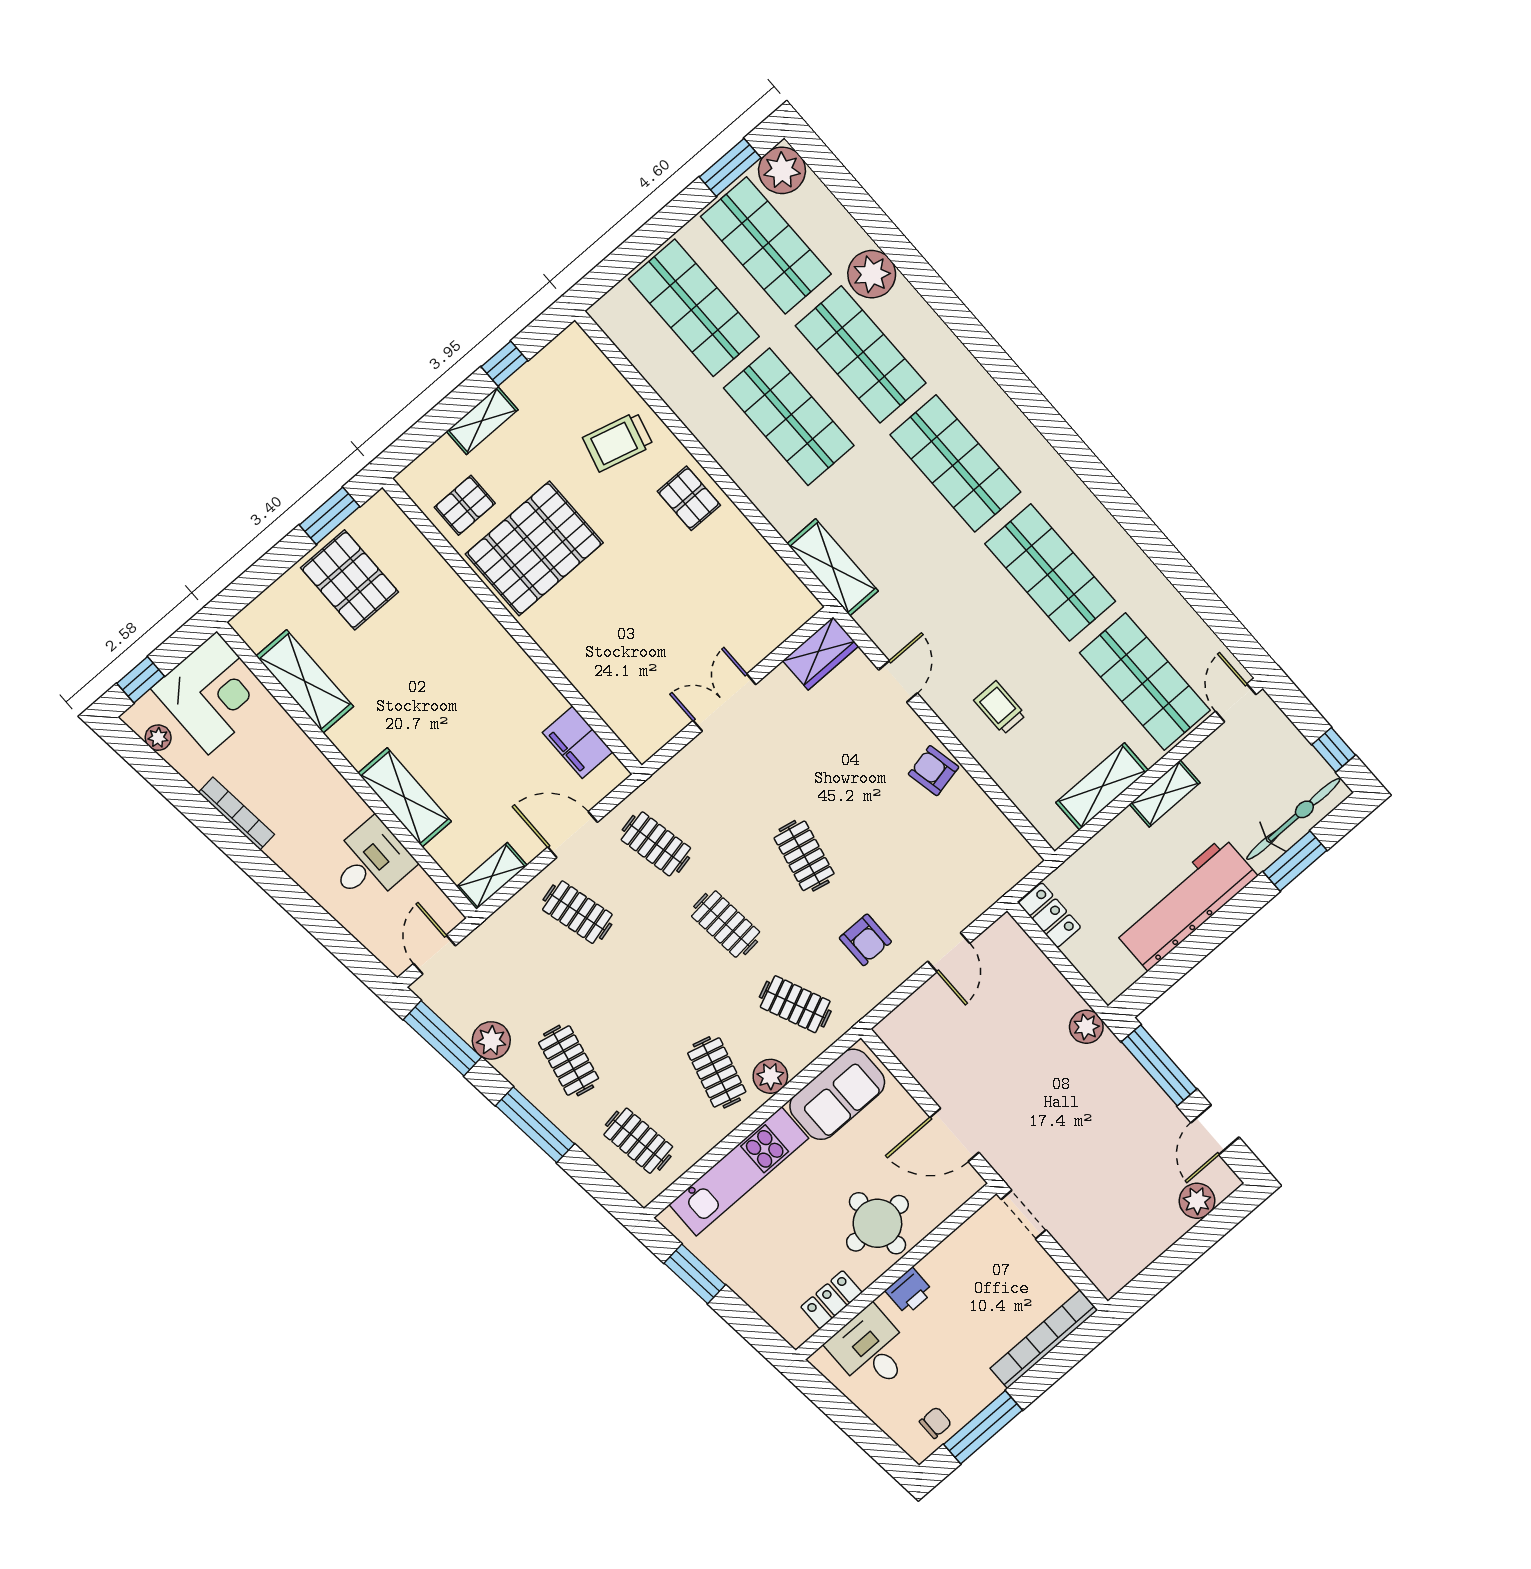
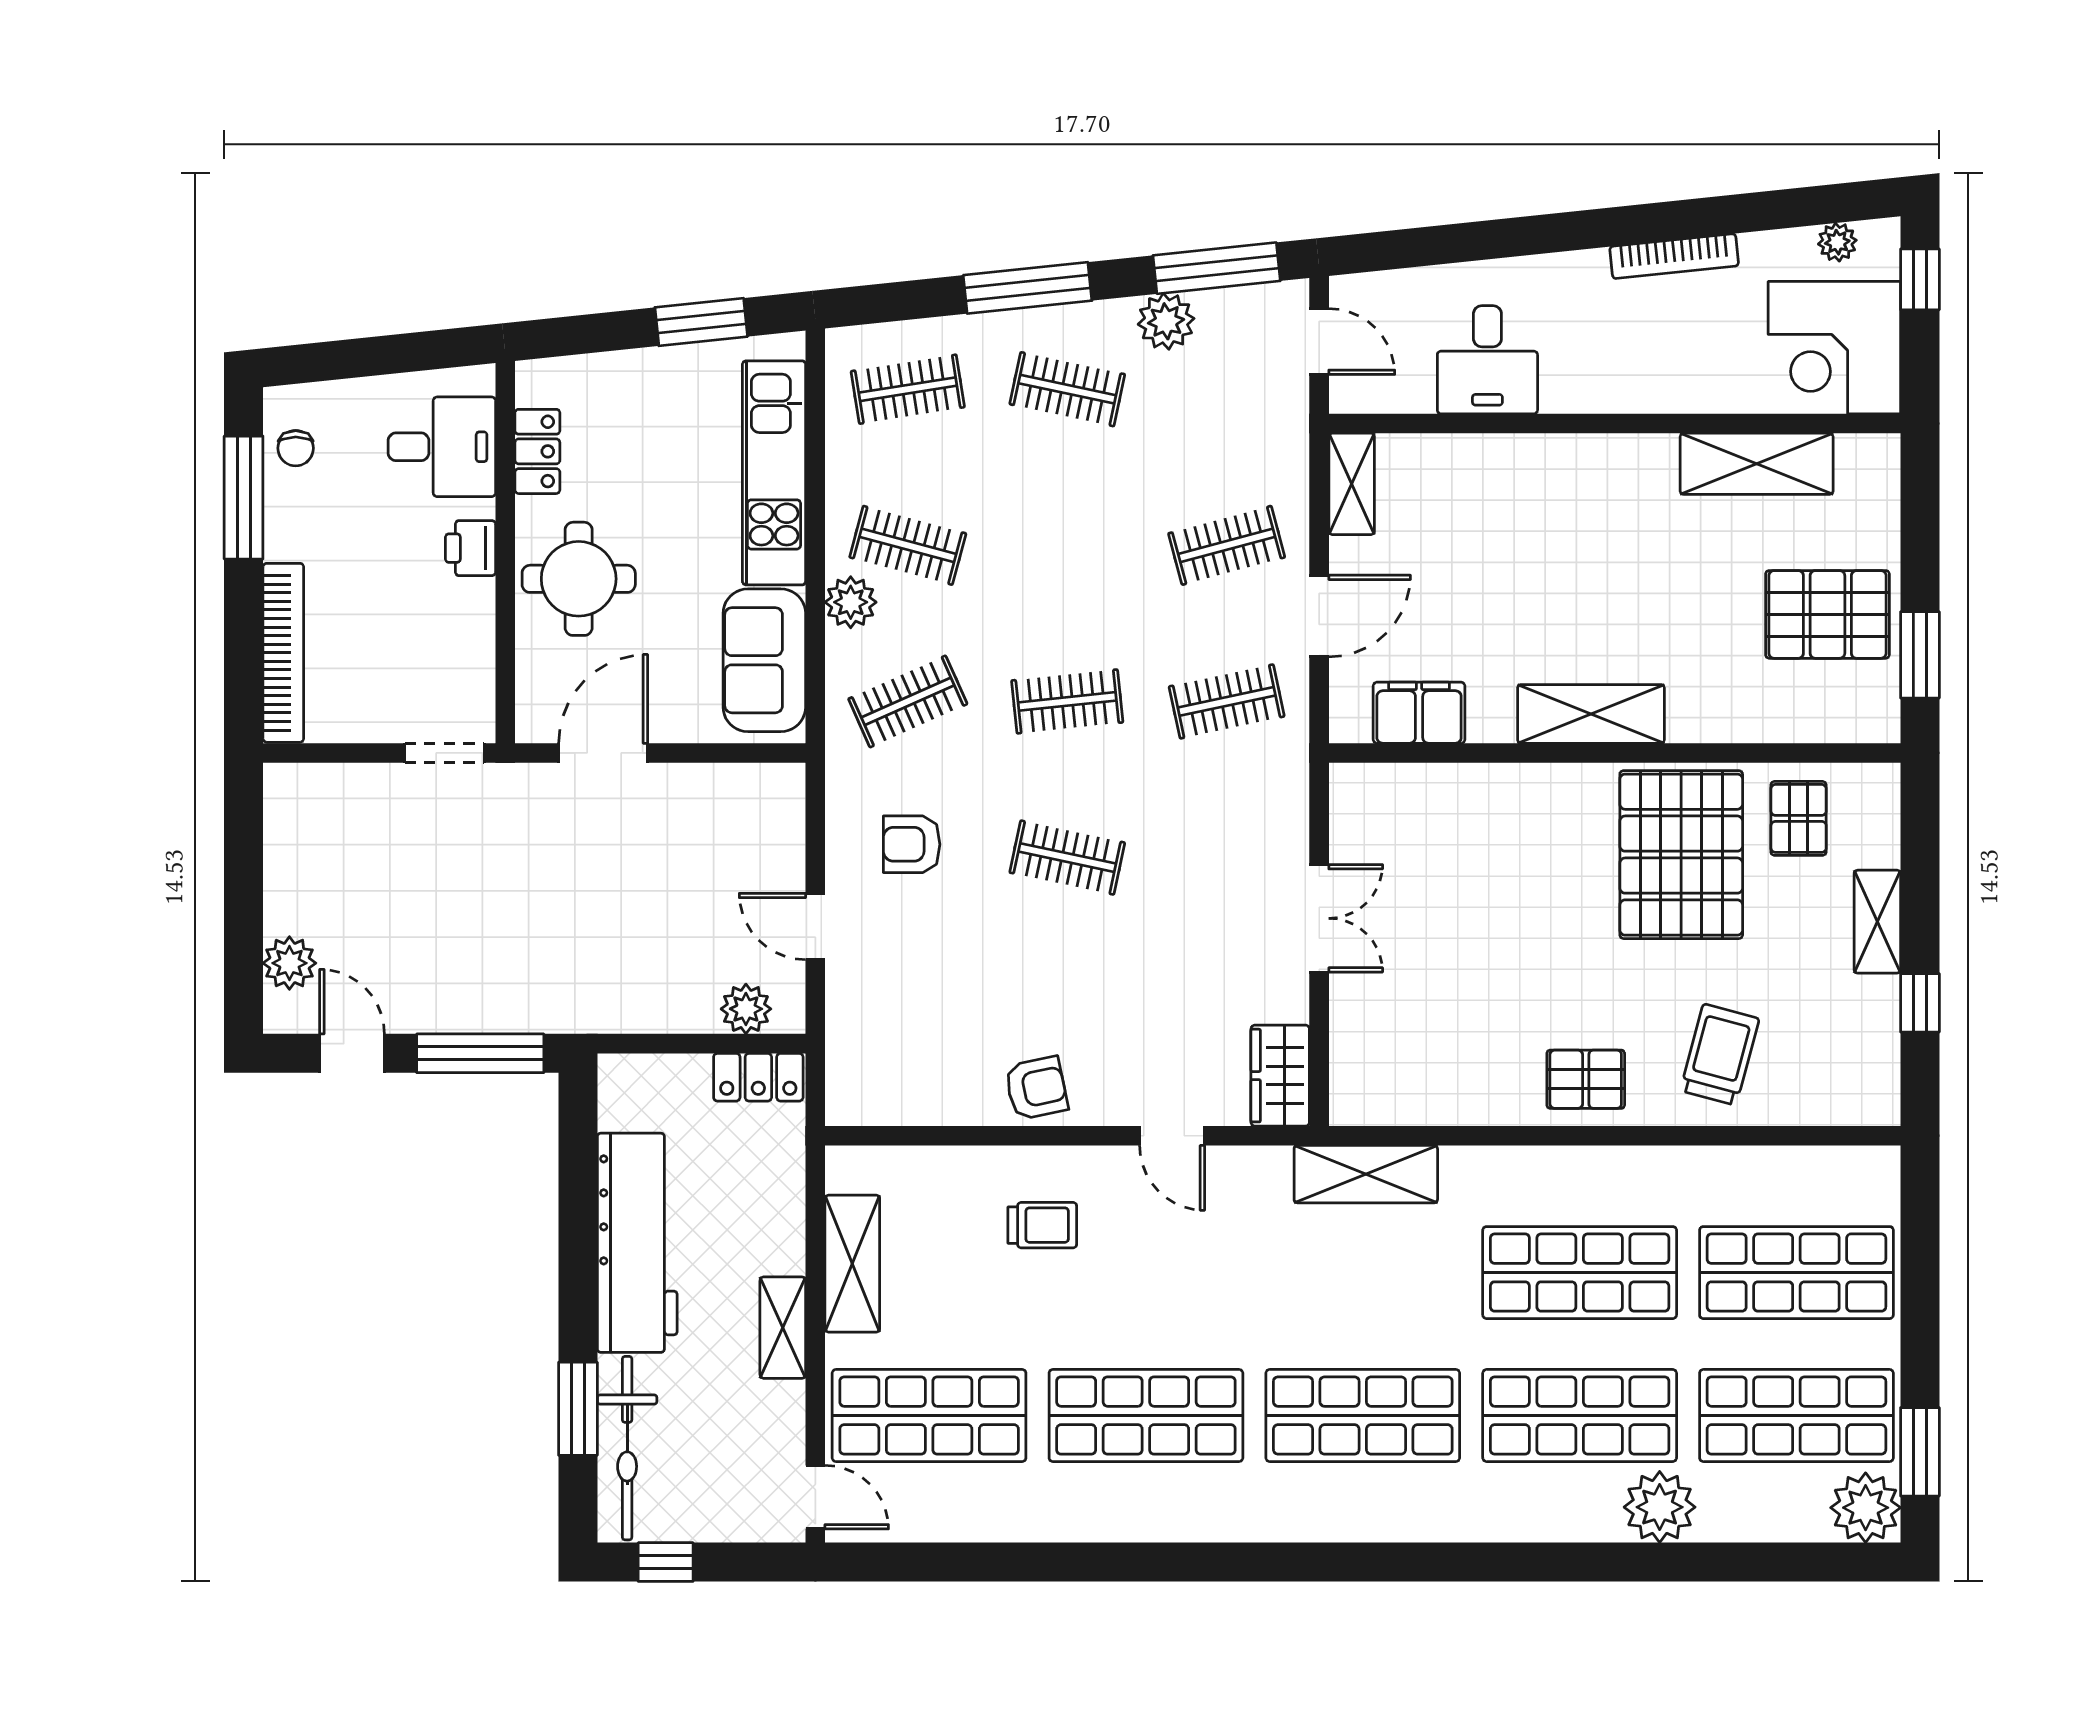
shelving: (405, 797) -> (1591, 714), moved
plant: (1086, 1027) -> (746, 1009), moved

